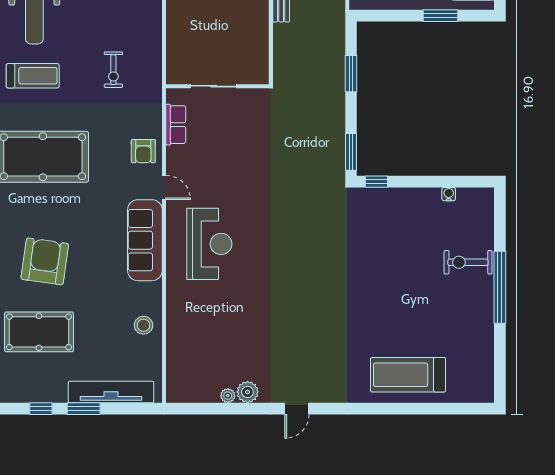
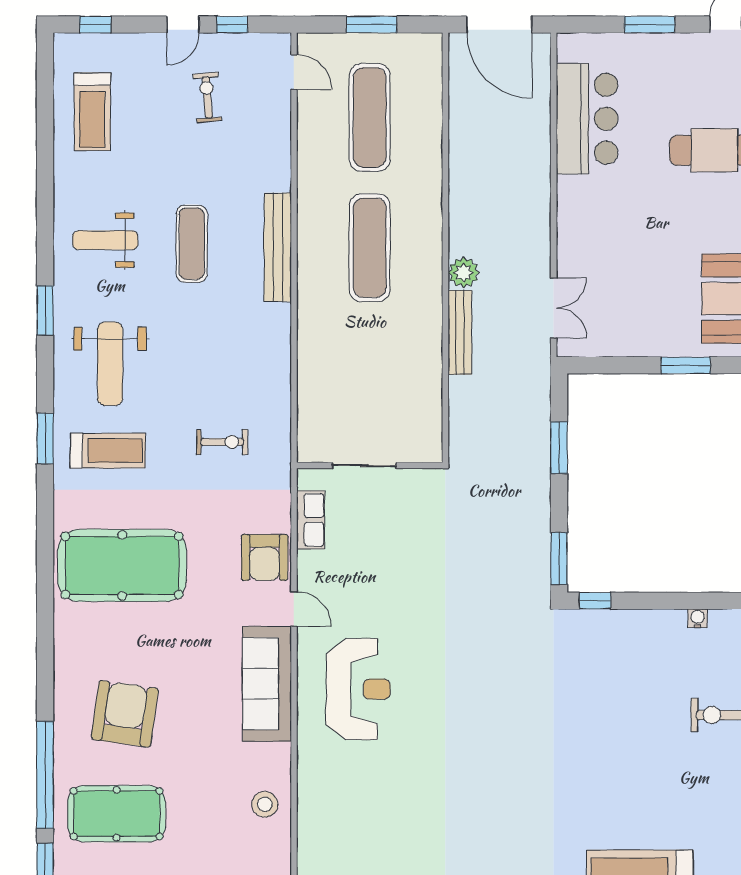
exercise bike: (113, 70) -> (222, 442), turned -90
armchair: (143, 151) -> (265, 557), width x1.38, depth x1.38

